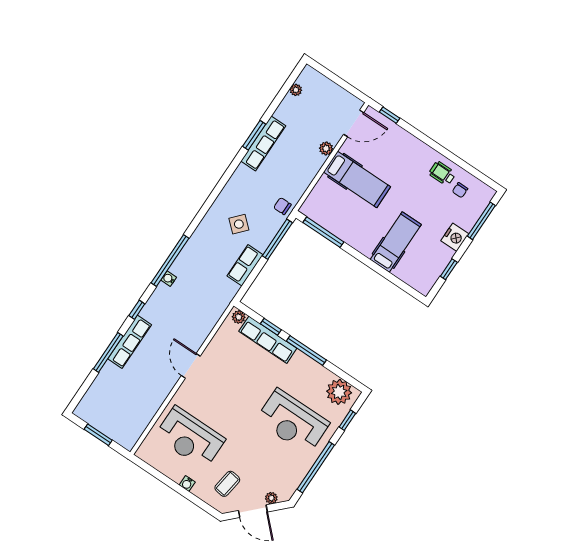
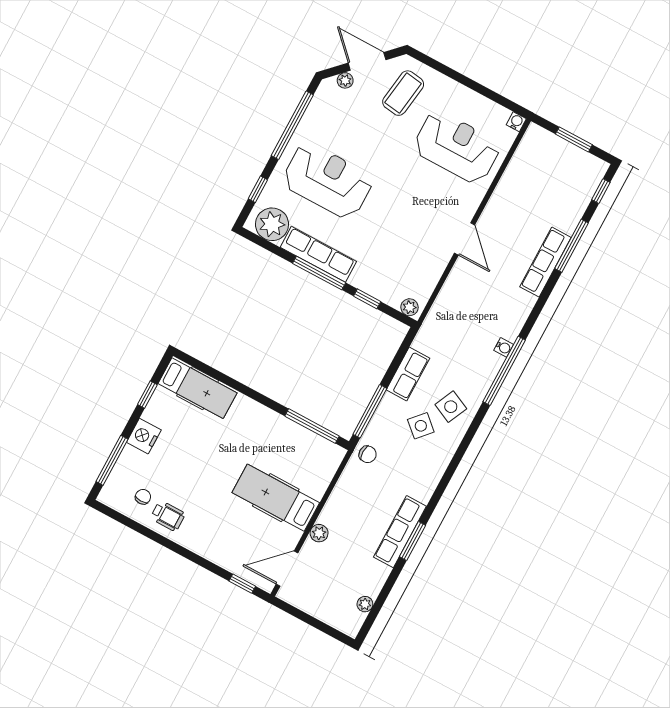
side table: (214, 237) -> (451, 407), added
hospital bed: (396, 242) -> (198, 388), moved, turned -90
window: (137, 310) -> (601, 191), moved
row of seats: (268, 340) -> (318, 254), moved
water cooler: (187, 484) -> (516, 122), moved
coffee table: (227, 484) -> (403, 93), width x1.36, depth x1.30

